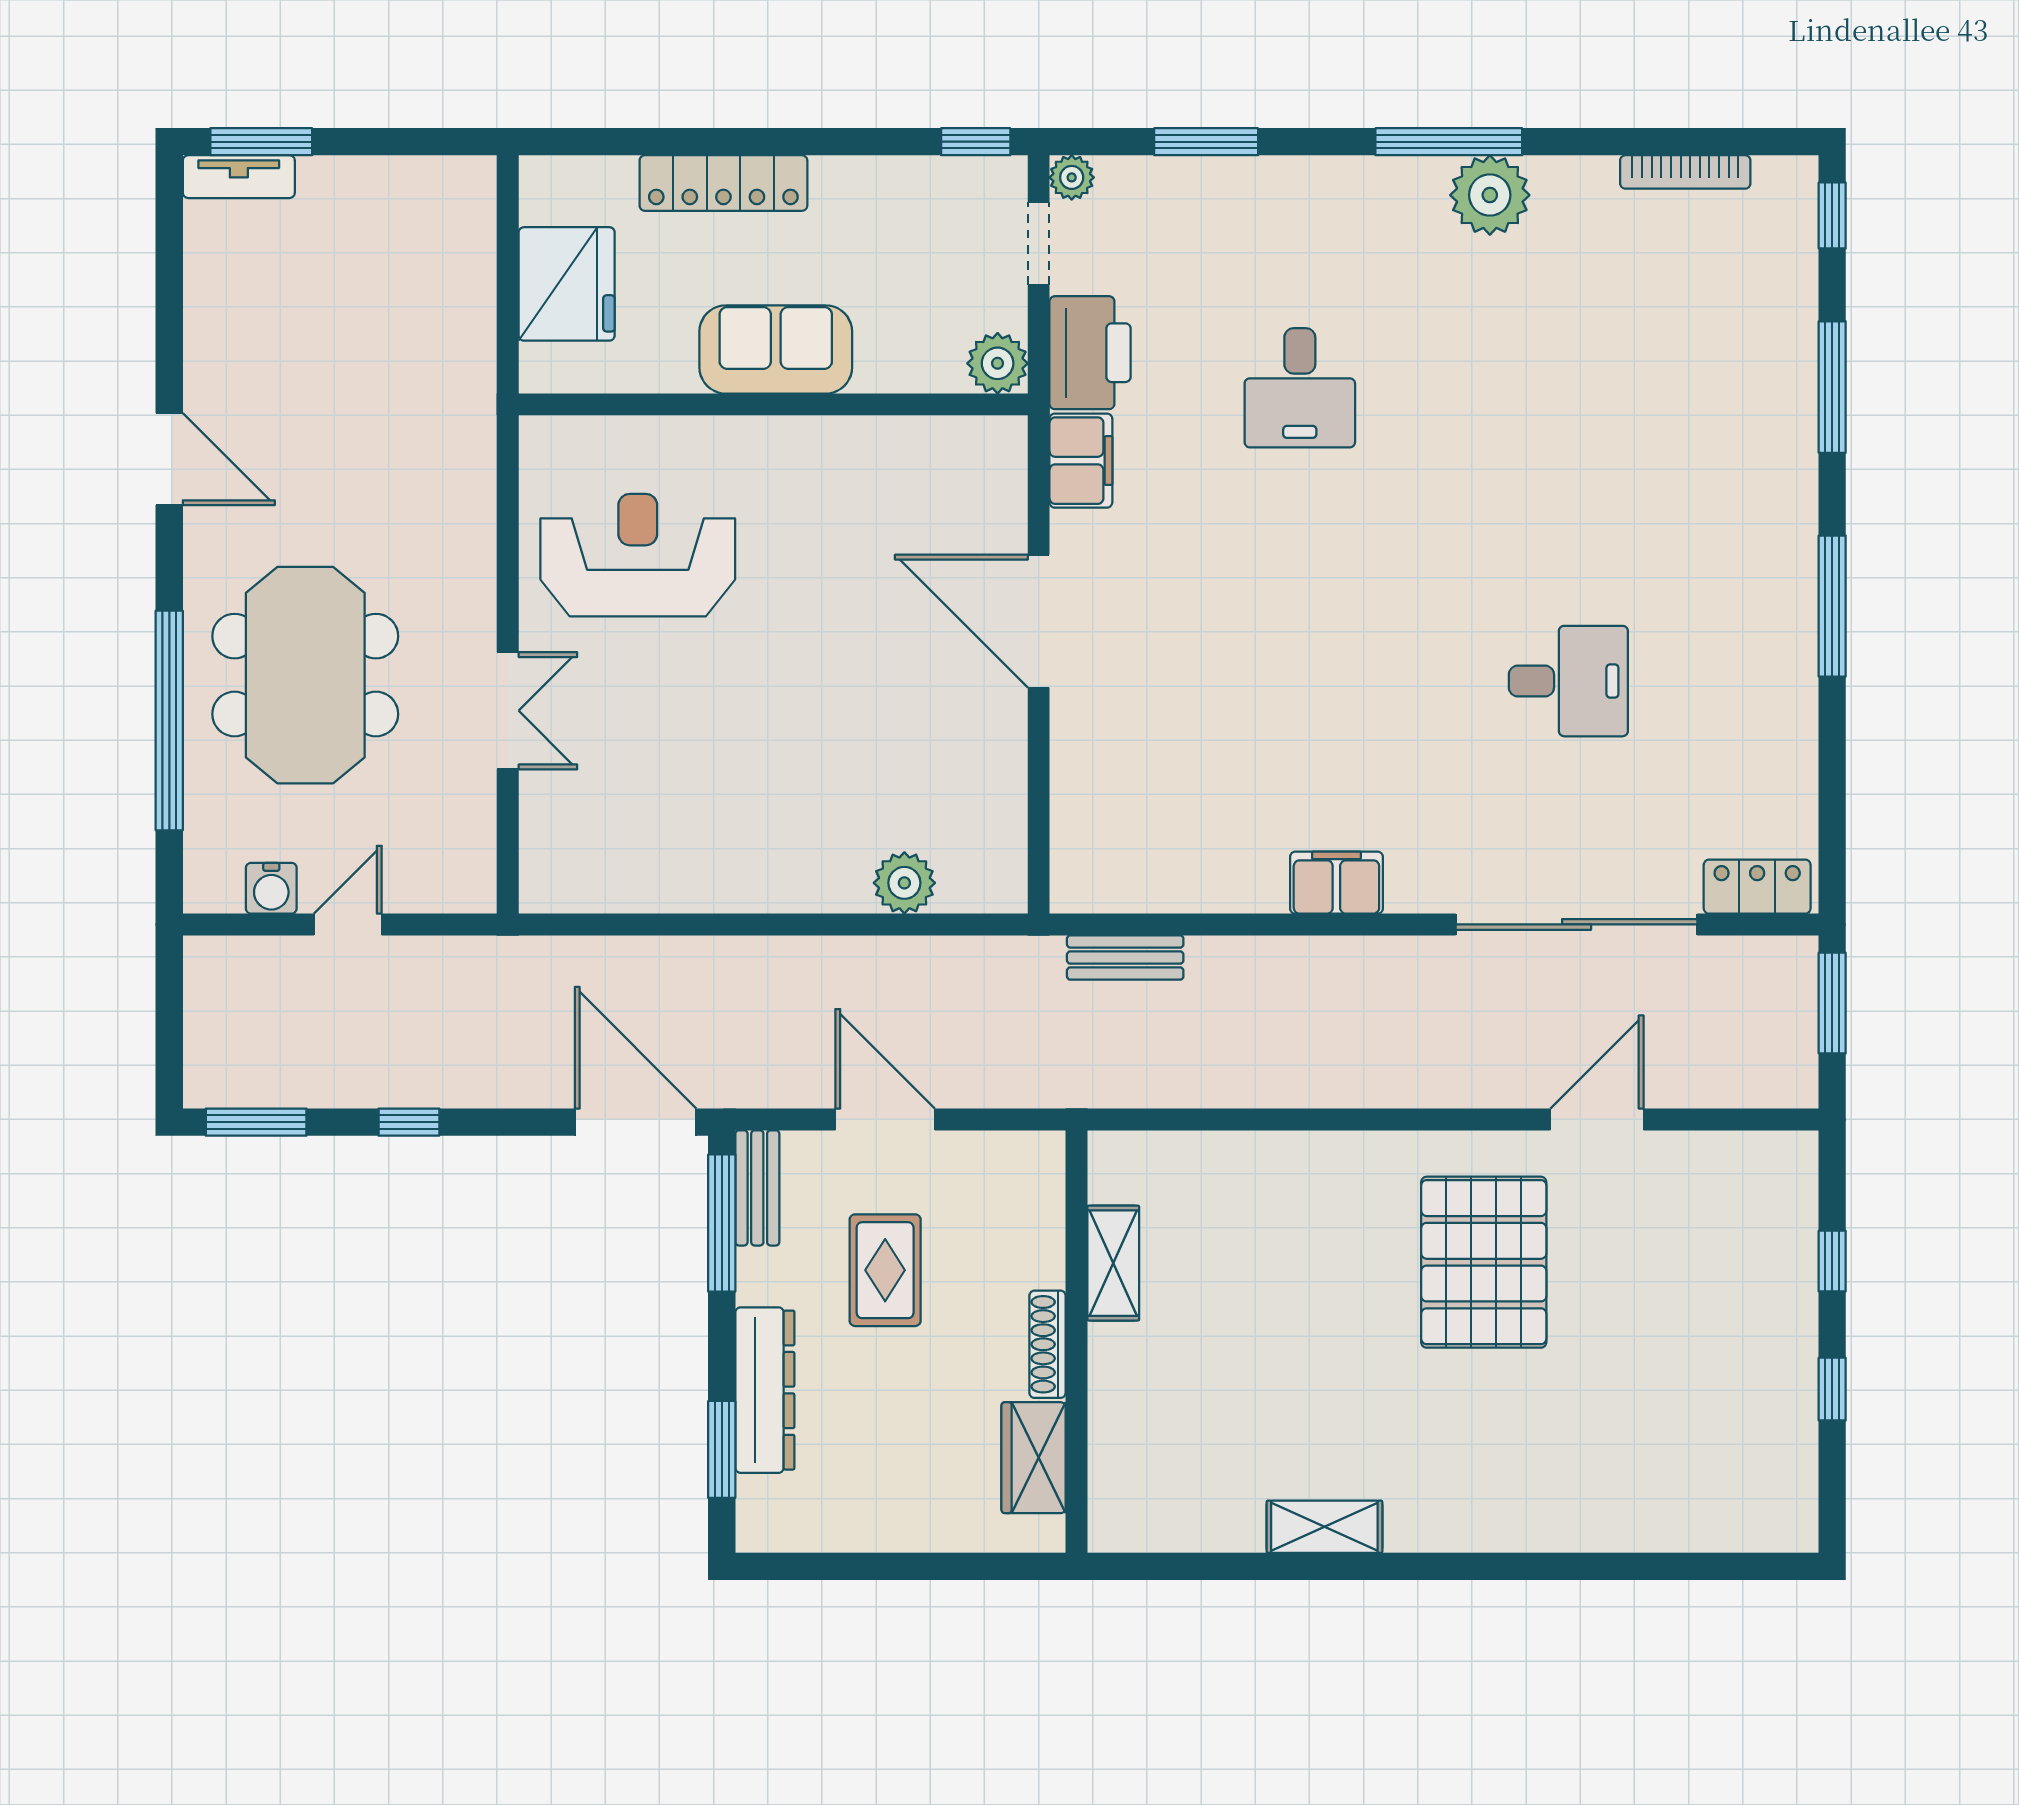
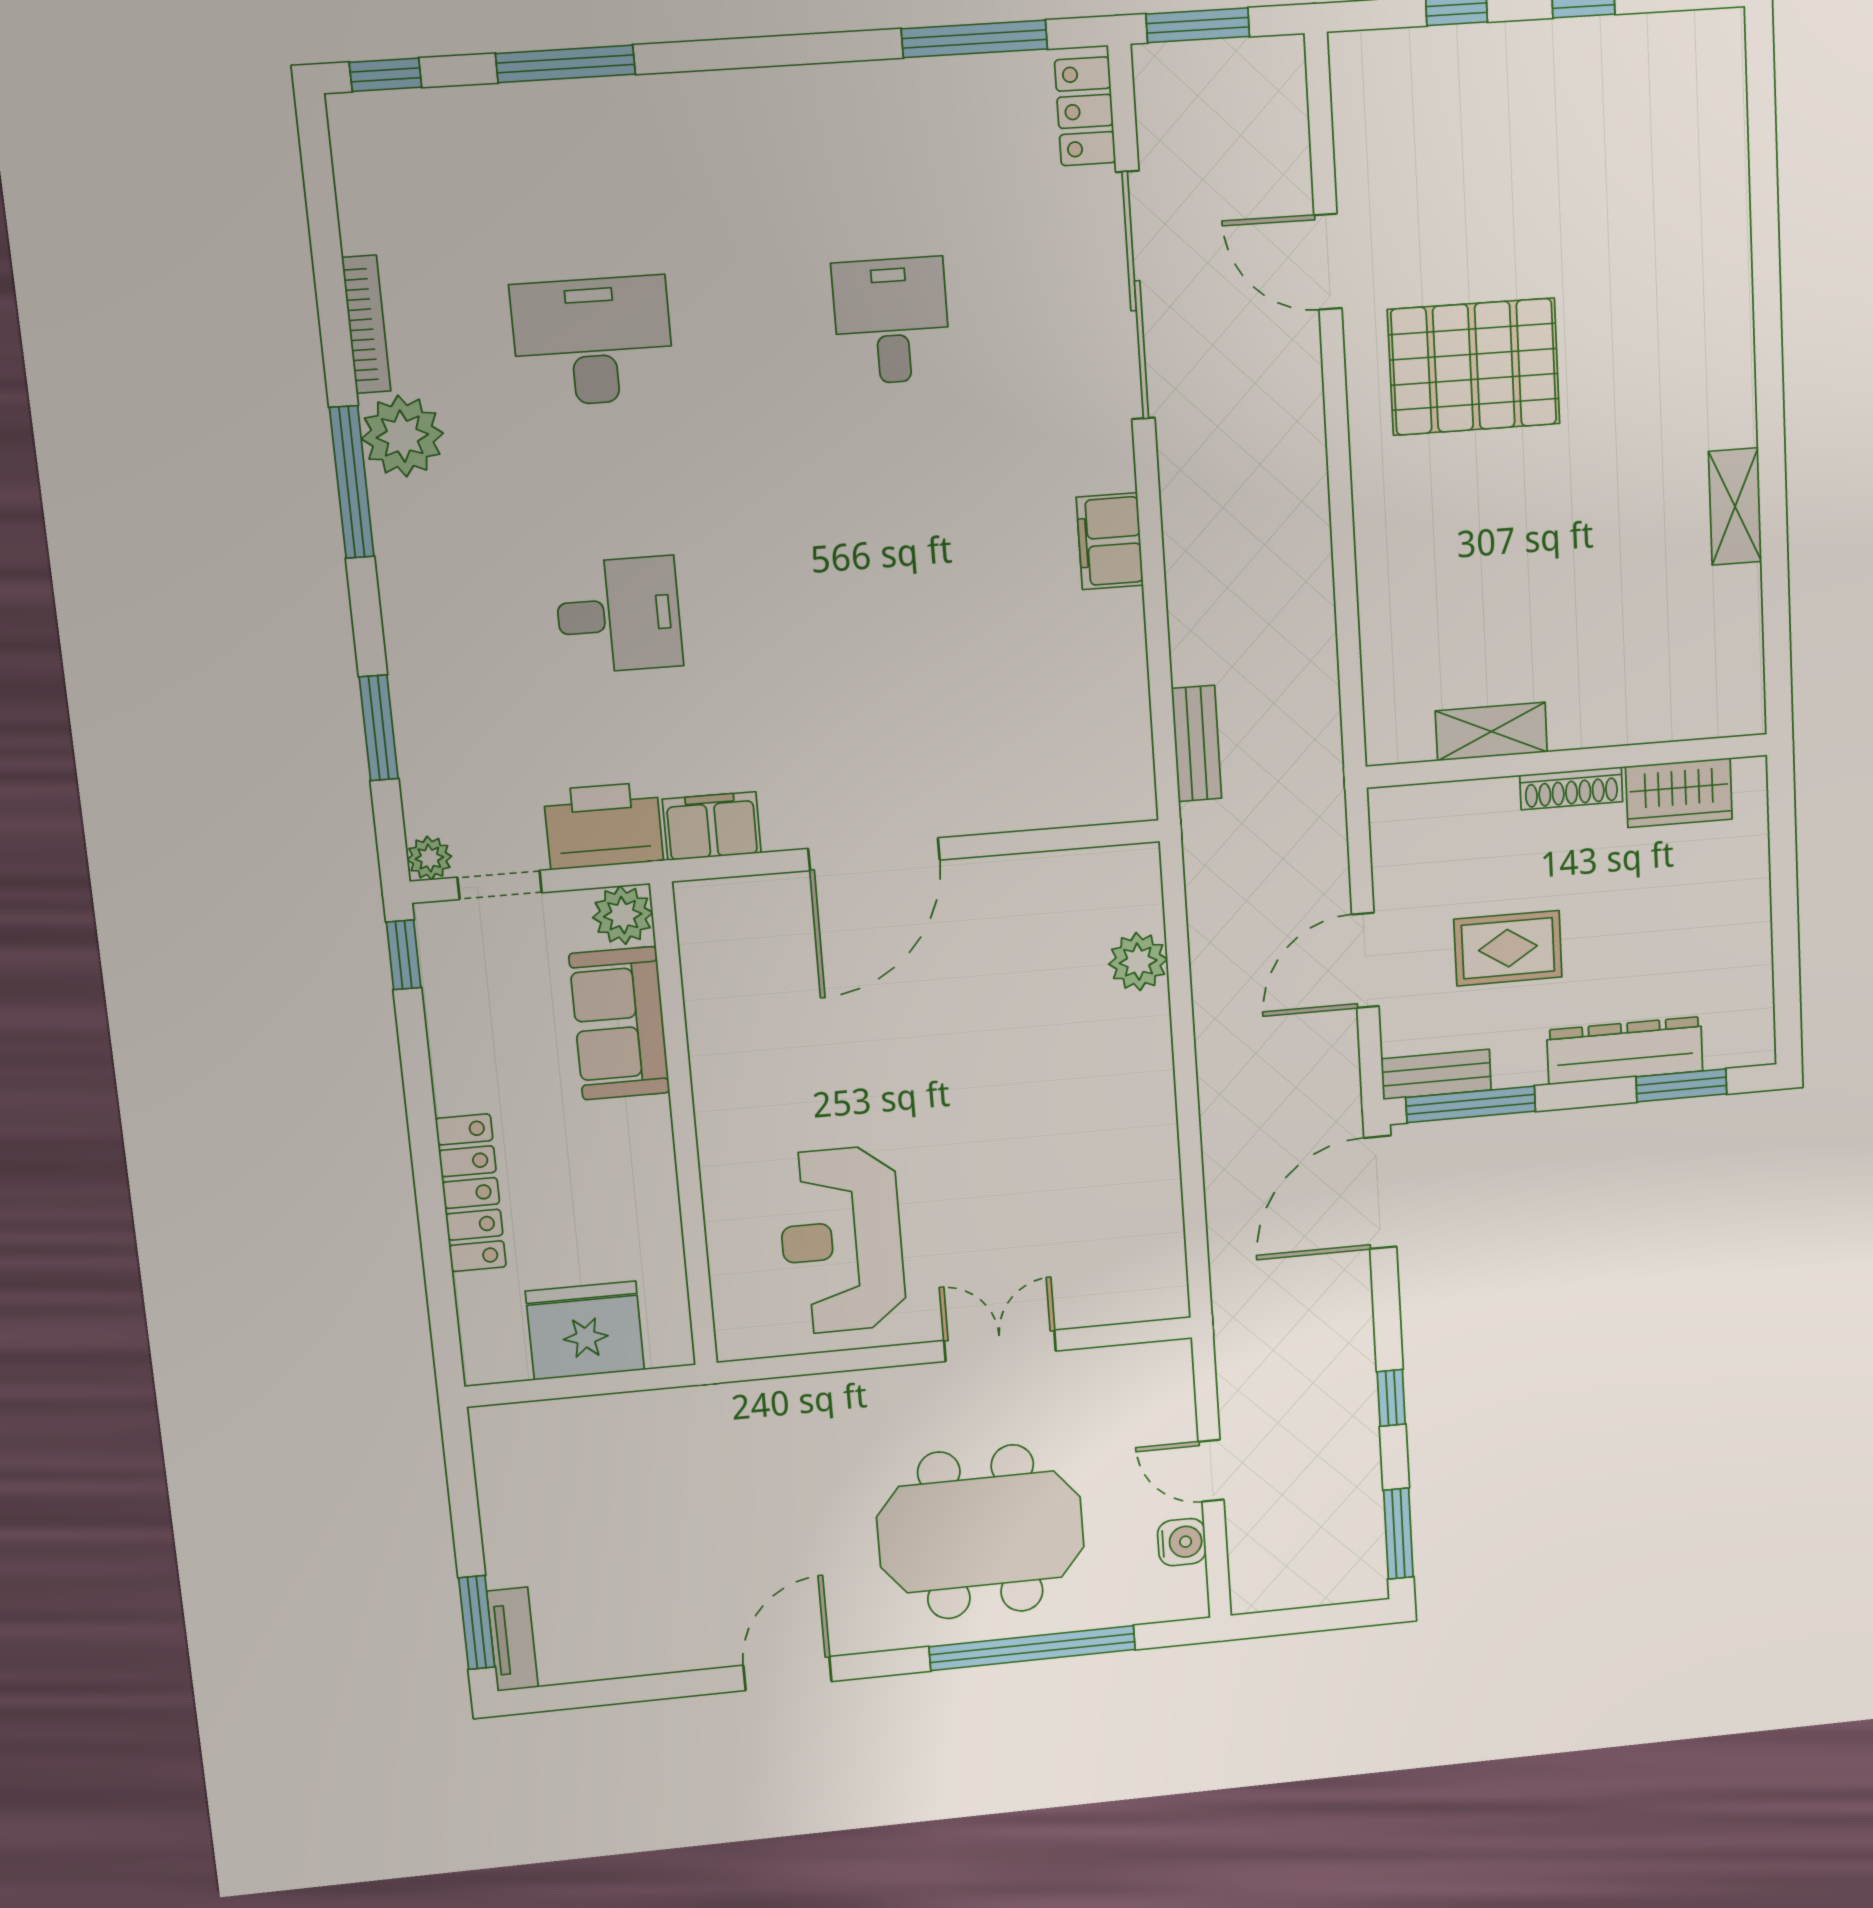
bookcase: (1685, 172) -> (366, 324), moved
sofa: (776, 349) -> (619, 1023), moved
desk: (1568, 388) -> (593, 341), added
window: (1832, 606) -> (974, 39), moved

